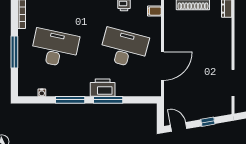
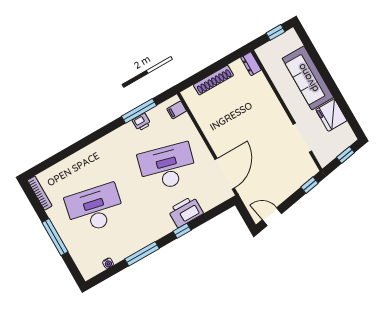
door: (162, 66) -> (225, 174), moved
printer: (103, 88) -> (186, 212), moved
window: (108, 100) -> (182, 231), width x0.46
window: (208, 122) -> (310, 185), moved

